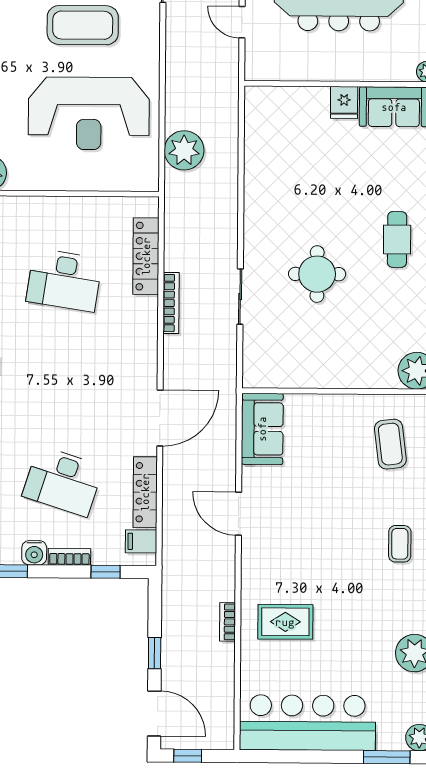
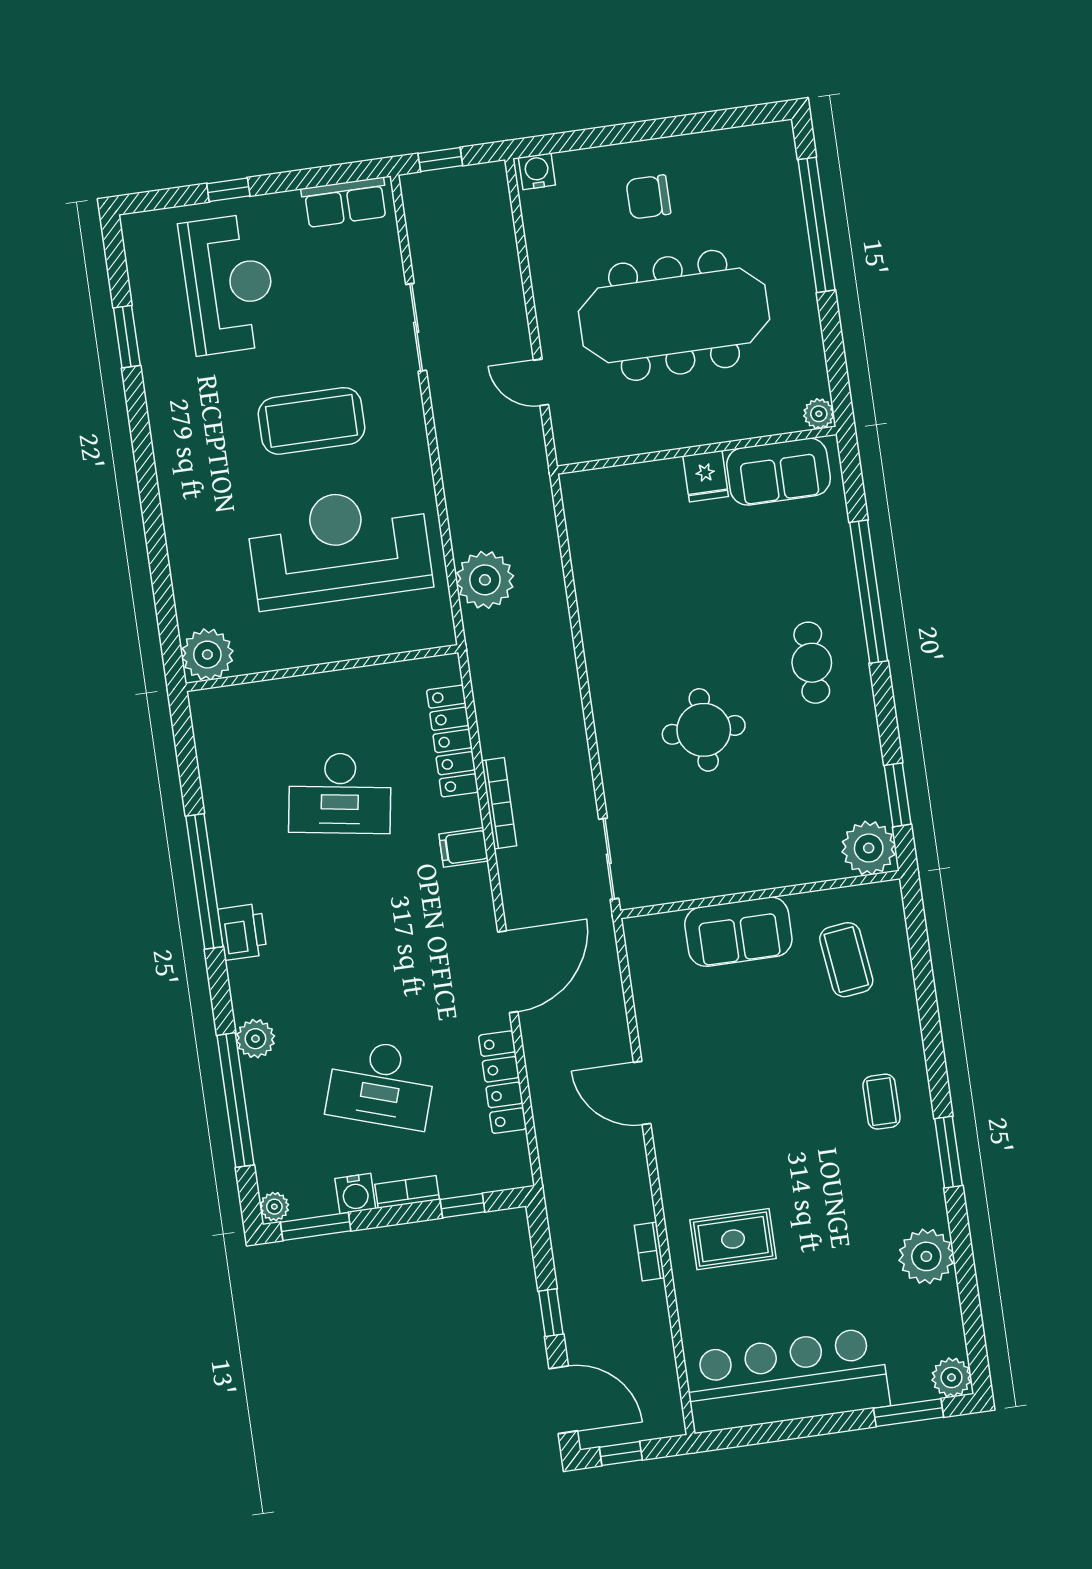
reception desk: (89, 113) -> (339, 547), turned 180
sliding door: (240, 297) -> (609, 859), moved
sofa: (262, 429) -> (738, 932), moved, turned 90
filing cabinet: (141, 541) -> (464, 847), moved

